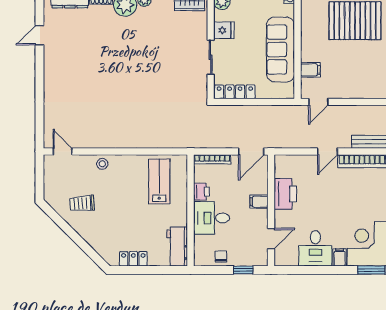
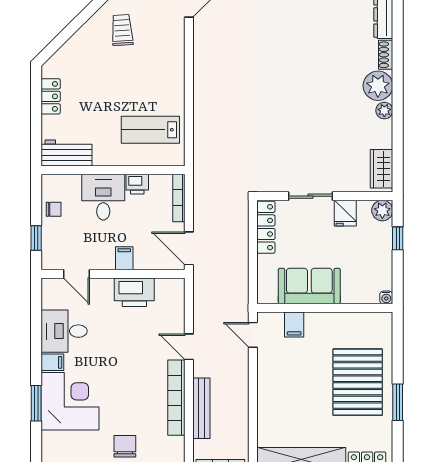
sofa: (280, 50) -> (309, 286), width x0.73
stool: (102, 164) -> (173, 56), removed
lab bench: (159, 181) -> (150, 130), turned 180

